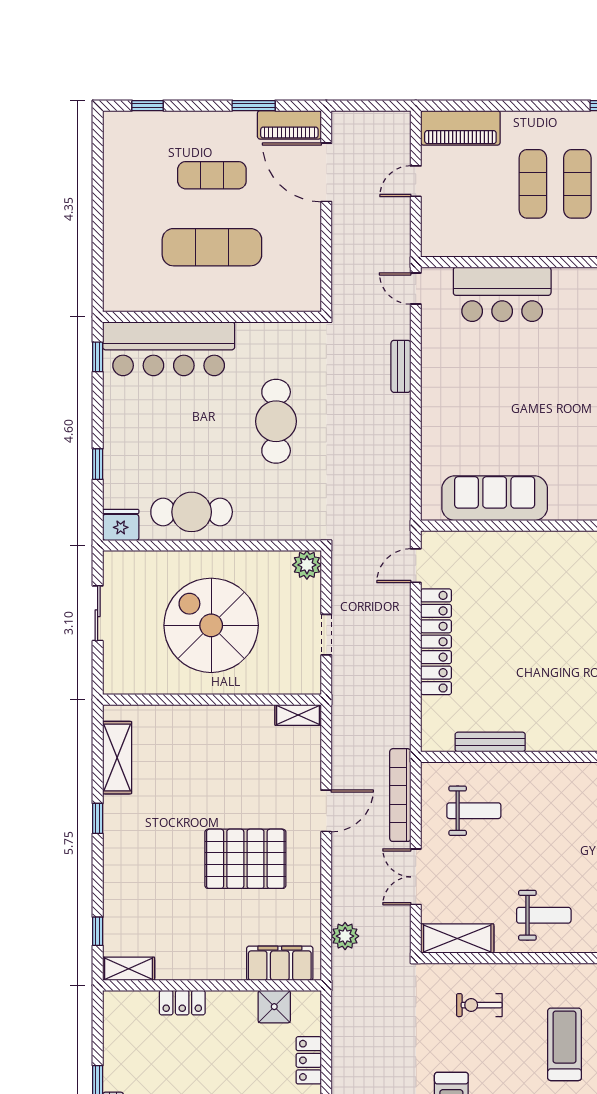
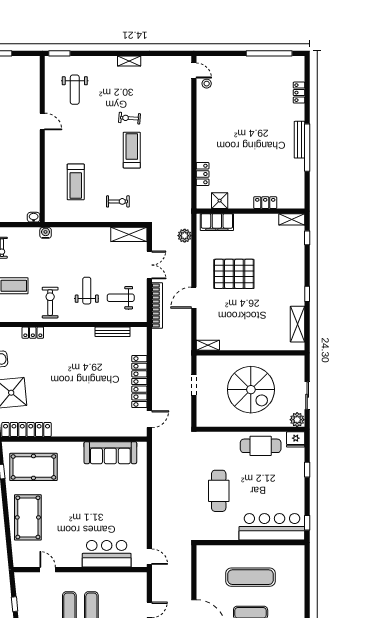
bench: (401, 366) -> (157, 518), removed
plant: (307, 565) -> (297, 420), moved
weight bench: (544, 915) -> (87, 291), moved, turned 90

